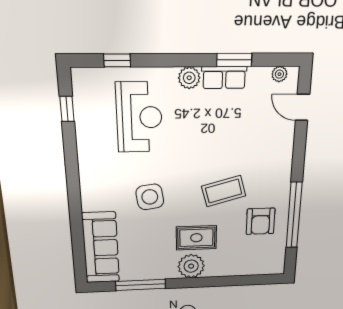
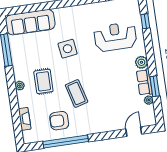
plant: (279, 74) -> (149, 100), moved
reception desk: (139, 117) -> (115, 37), turned 180
plant: (191, 266) -> (20, 86), width x0.53, depth x0.53
fireplace: (248, 269) -> (25, 119), added

